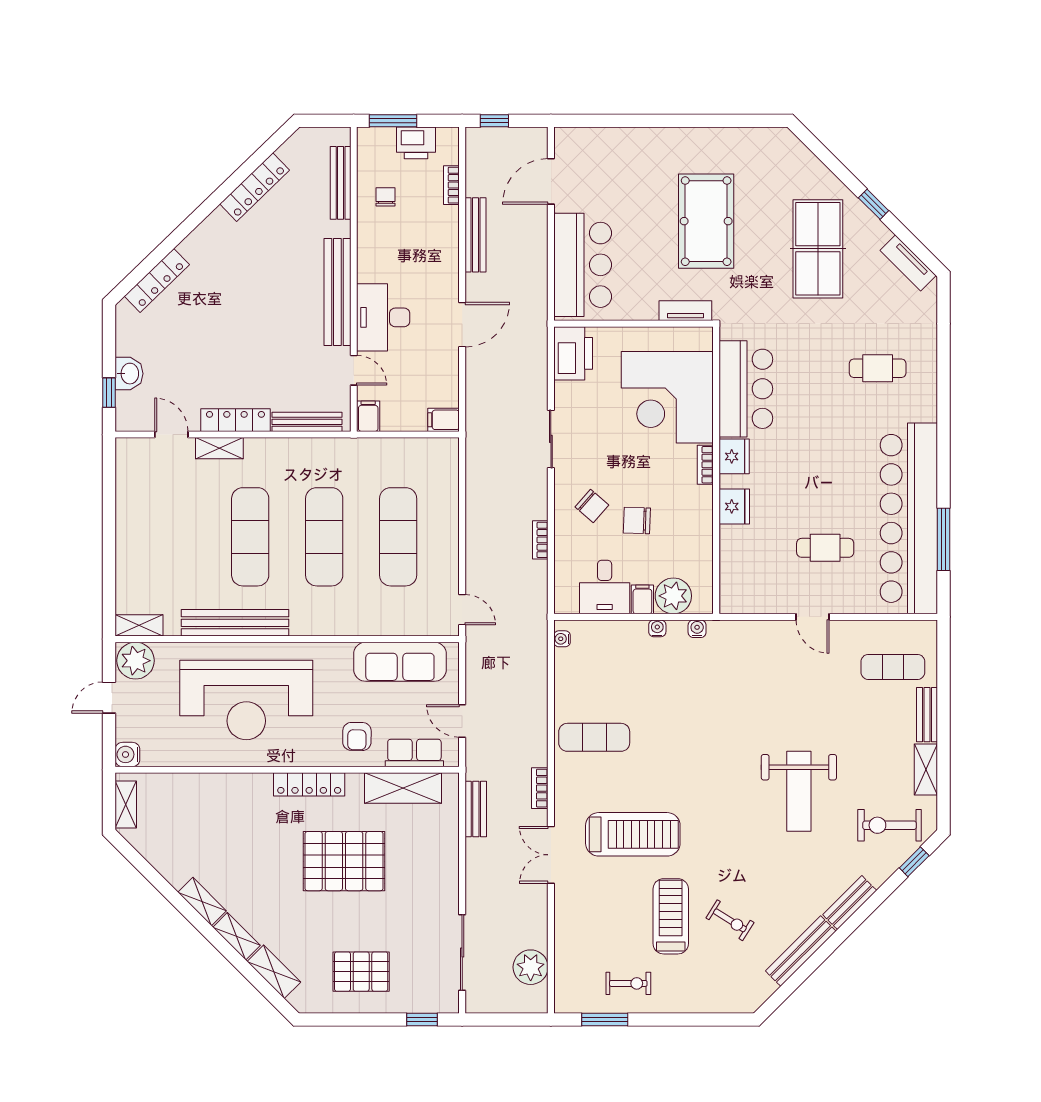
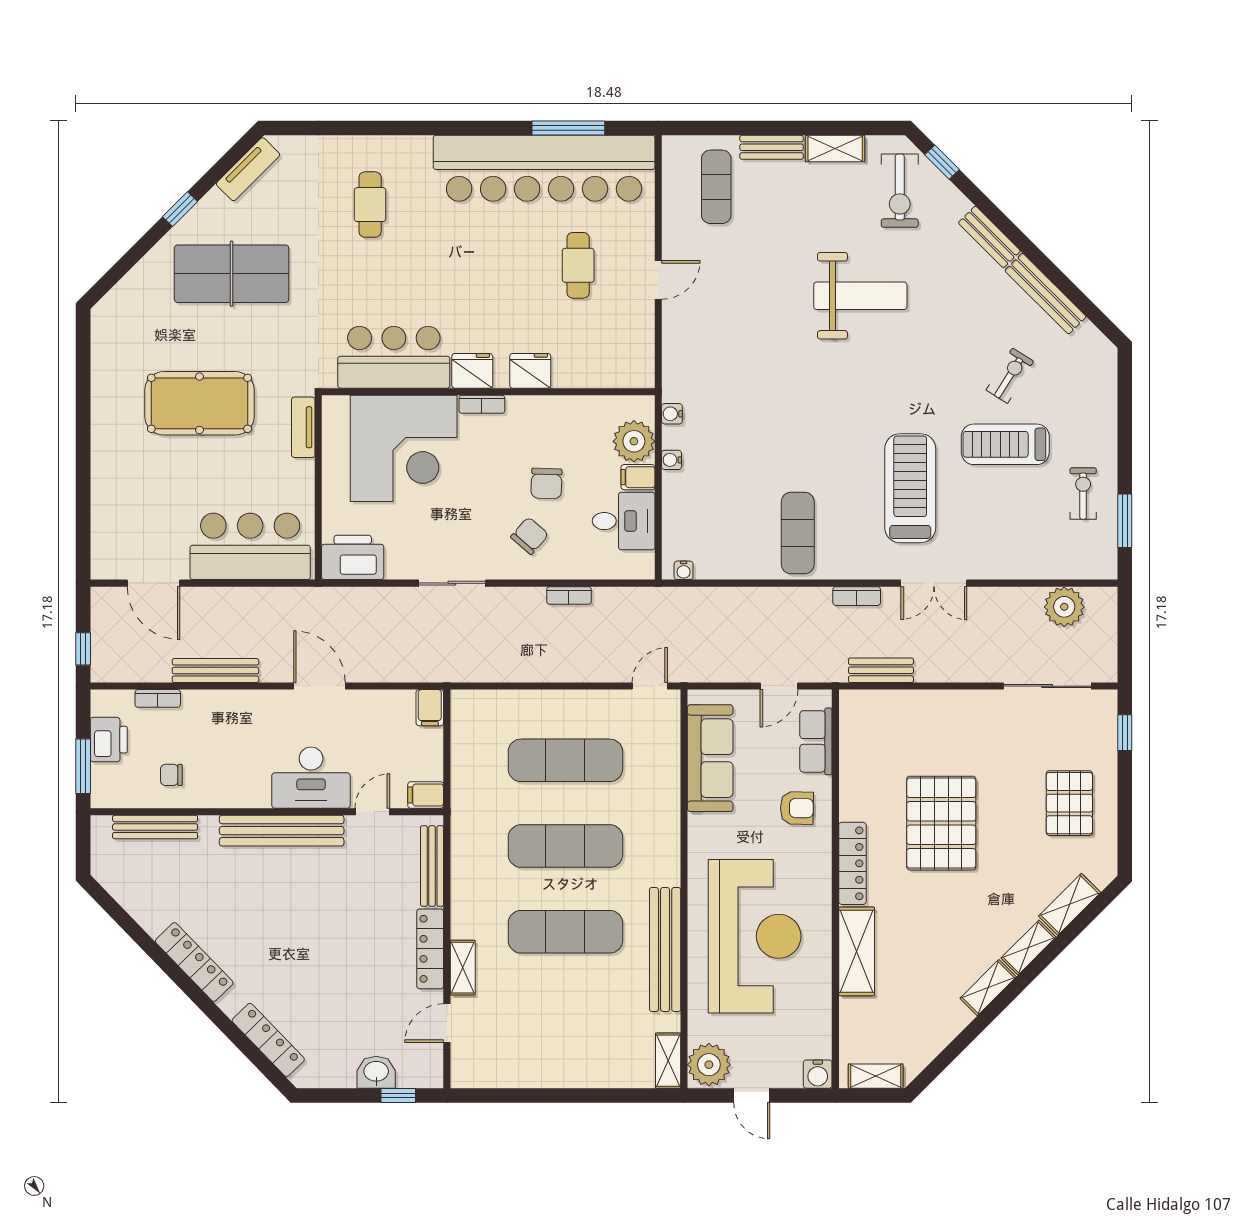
locker: (255, 187) -> (194, 962), moved
shelving: (403, 788) -> (857, 951), moved

